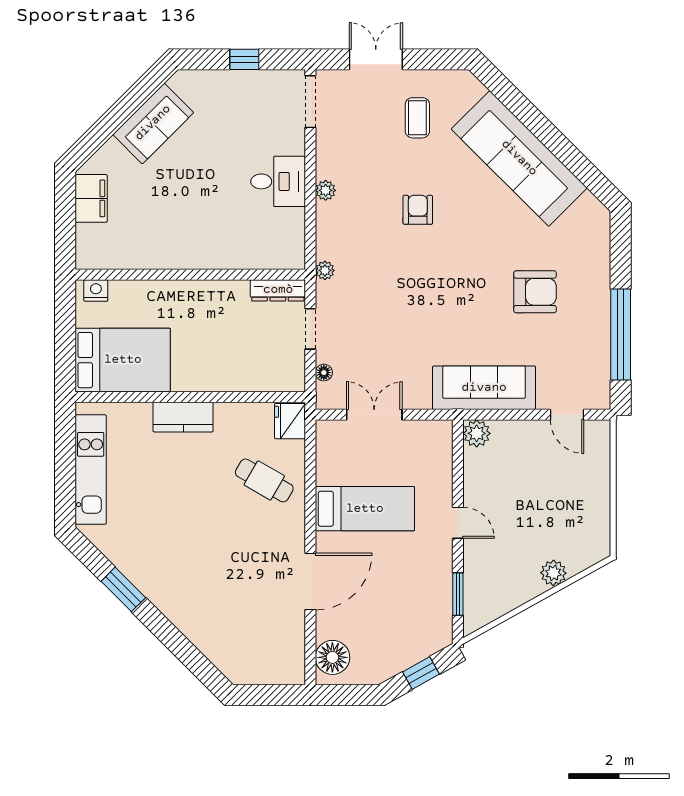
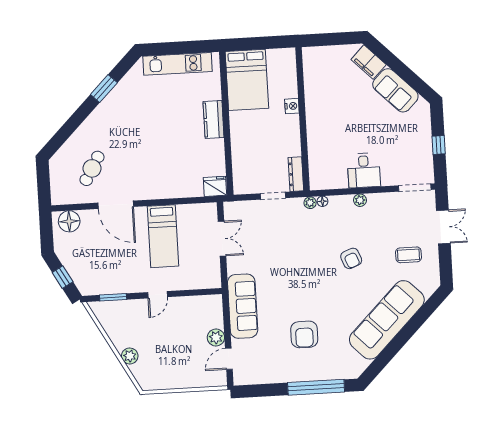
filing cabinet: (91, 198) -> (369, 62), moved, turned 45
armchair: (418, 210) -> (351, 258), turned 68
nightstand: (96, 290) -> (292, 106), moved
window: (621, 335) -> (316, 387), moved
floor lamp: (324, 373) -> (322, 201), moved
plant: (477, 433) -> (216, 338), moved
cafe table: (264, 480) -> (92, 168), moved

